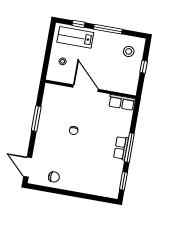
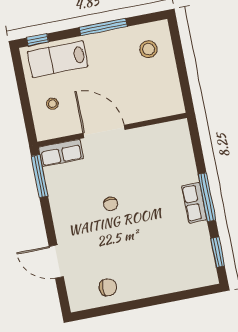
window: (79, 24) -> (38, 40), moved
window: (144, 67) -> (181, 64), removed
row of seats: (122, 102) -> (61, 153), moved
window: (36, 119) -> (40, 176), moved
door: (28, 167) -> (56, 262), moved

